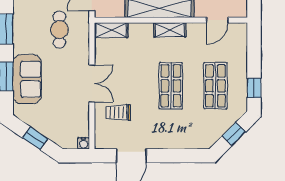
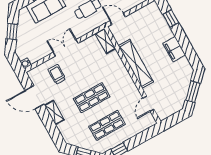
door: (217, 20) -> (149, 104), hinge flipped
shelving: (170, 30) -> (54, 113), moved
double door: (92, 83) -> (66, 48), swing flipped

